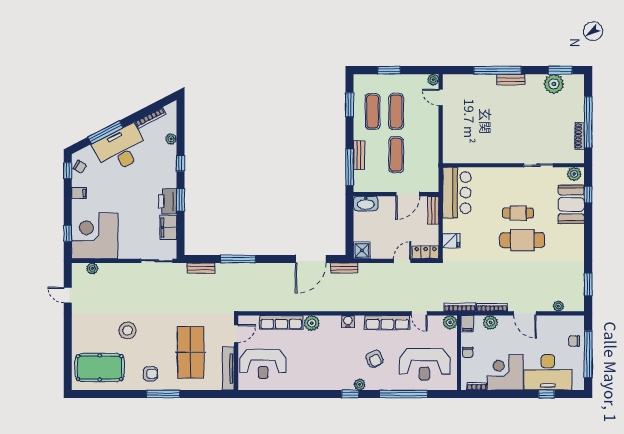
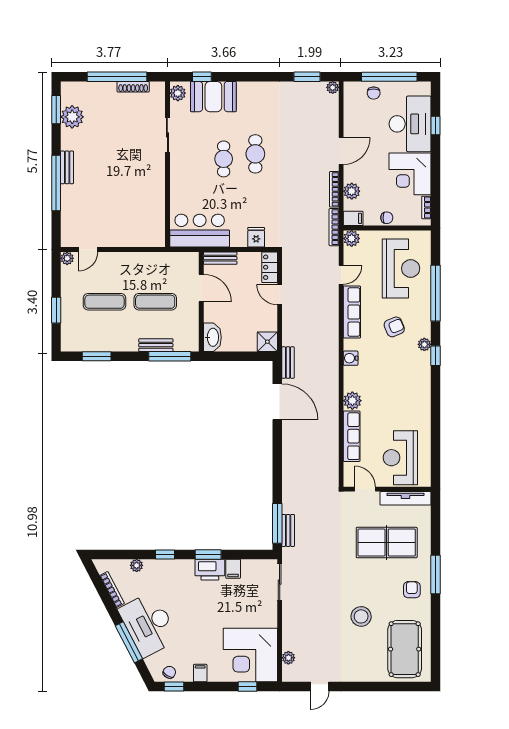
exercise mat: (373, 111) -> (105, 329), removed
filing cabinet: (168, 227) -> (233, 569), width x0.50
cafe table: (522, 240) -> (255, 154), width x0.73, depth x0.74
window: (238, 259) -> (277, 523), moved
plant: (558, 306) -> (333, 87), moved
reception desk: (263, 364) -> (400, 458), turned 180

